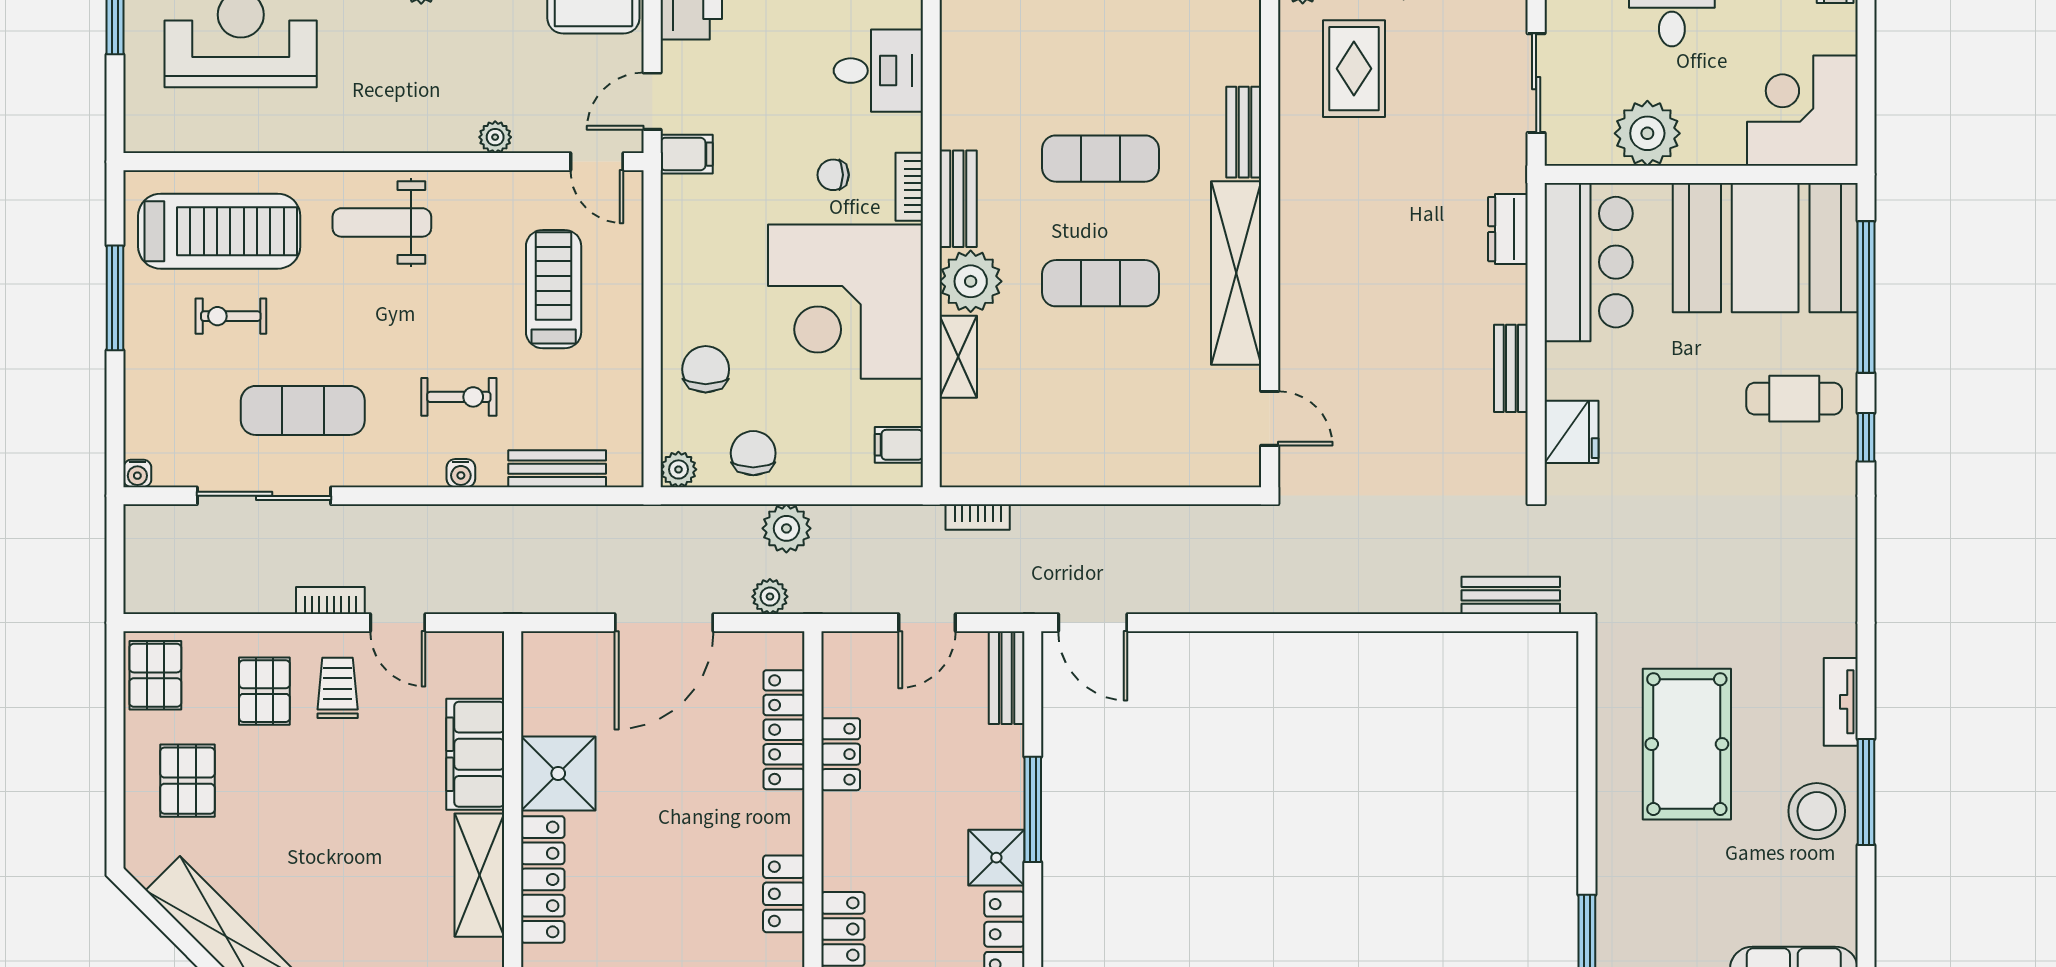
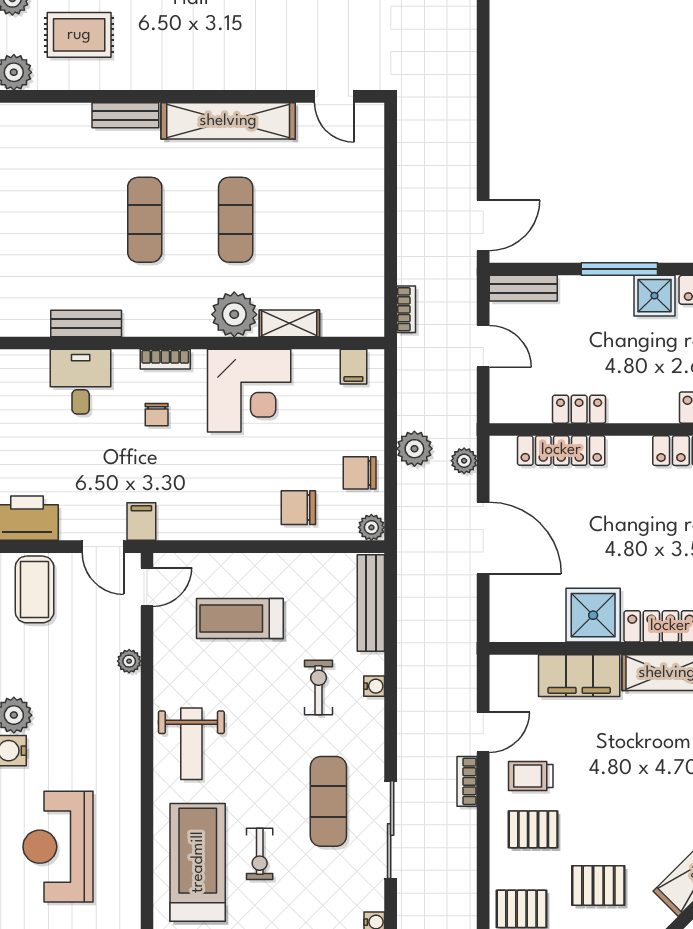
bench: (958, 199) -> (86, 323), moved
corner desk: (845, 302) -> (249, 391), width x0.74, depth x0.74
door: (1270, 418) -> (334, 96), swing flipped
bench: (557, 469) -> (371, 603), width x1.36

